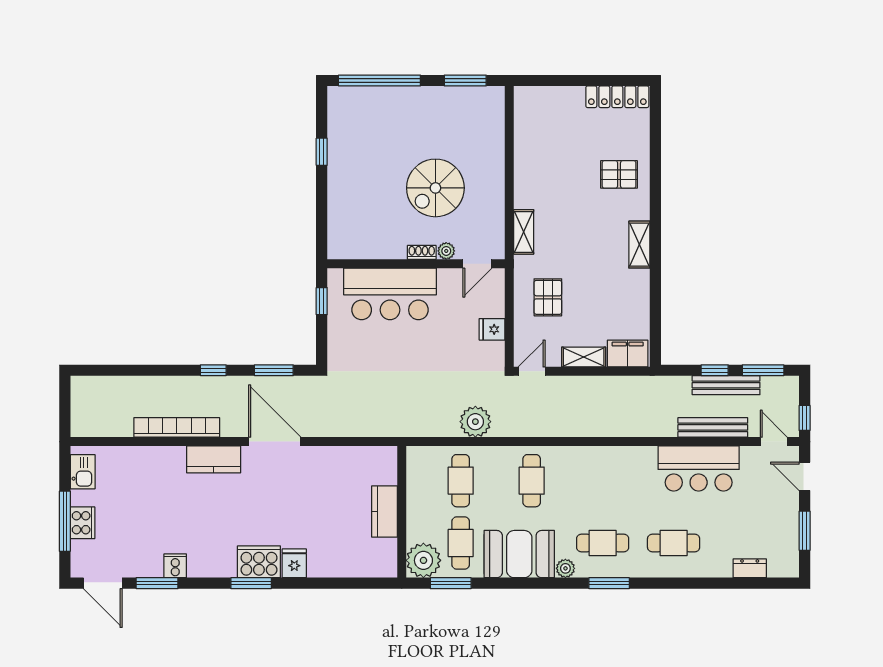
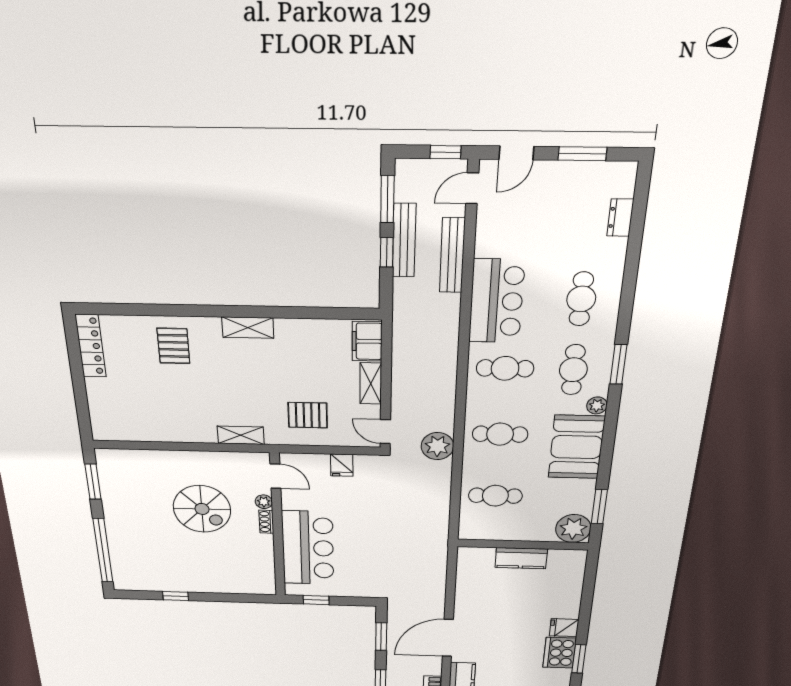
plant: (475, 422) -> (437, 446), moved
bar counter: (699, 468) -> (496, 301), moved
cafe table: (461, 543) -> (505, 368), moved

